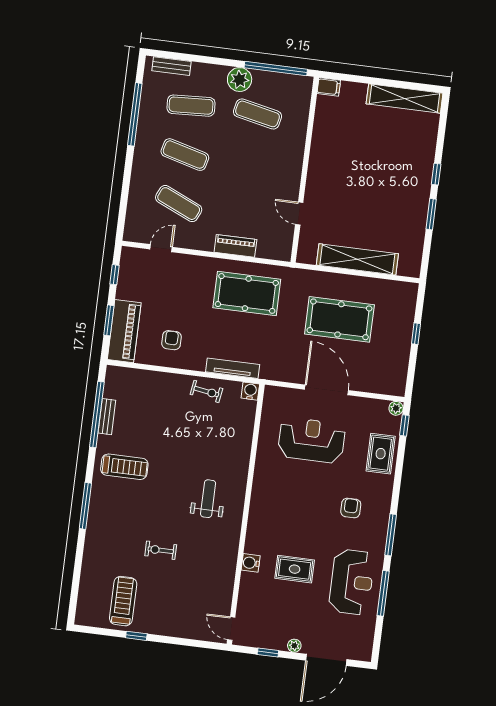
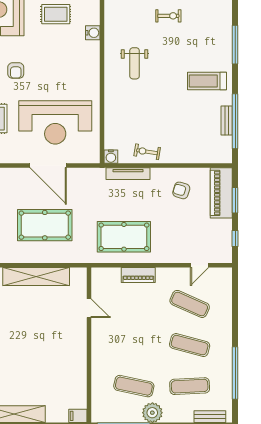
armchair: (171, 340) -> (181, 190), turned 107
reception desk: (312, 440) -> (55, 122), width x1.36, depth x1.30
water cooler: (251, 563) -> (93, 33), moved

